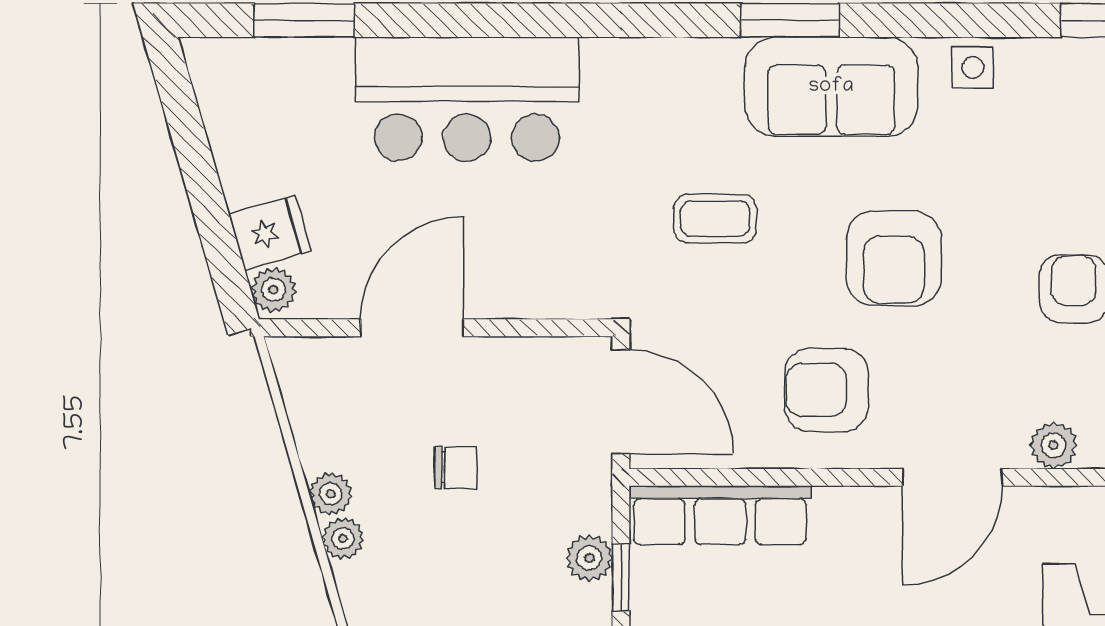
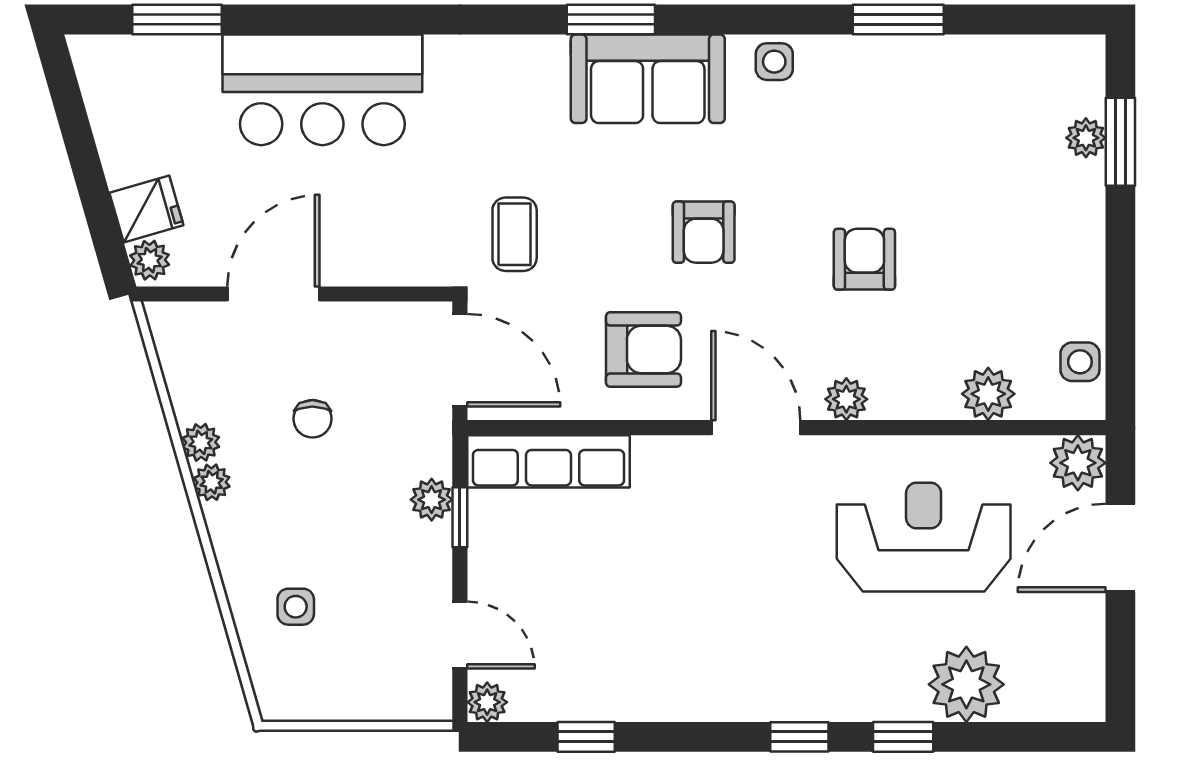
coffee table: (715, 219) -> (515, 234), moved, turned 90
armchair: (894, 258) -> (704, 232), width x0.72, depth x0.72
armchair: (826, 390) -> (643, 349), turned 180
chair: (456, 467) -> (312, 419), turned 90
door: (952, 477) -> (756, 428), swing flipped

